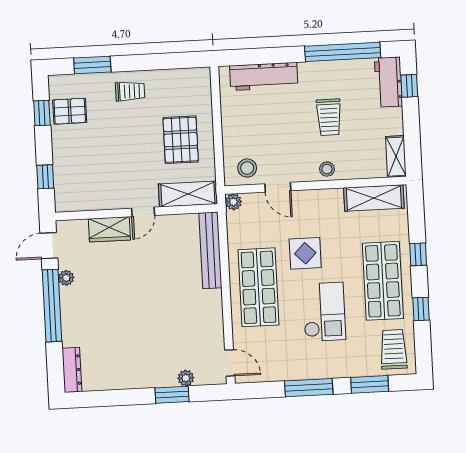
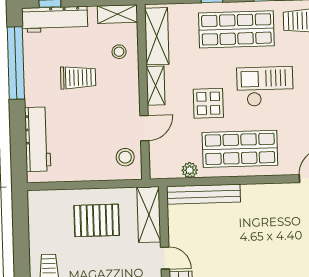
workbench: (389, 82) -> (55, 19), width x1.38
stool: (327, 169) -> (119, 52), moved
shelving: (322, 198) -> (156, 86), added
plant: (233, 202) -> (190, 170), moved

